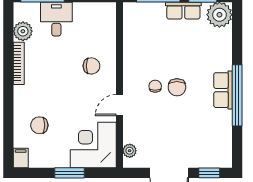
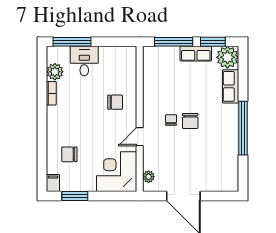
bookcase: (19, 63) -> (51, 93), width x0.64
row of seats: (223, 90) -> (231, 86), moved
window: (69, 173) -> (75, 196), moved
window: (209, 173) -> (219, 196), removed

